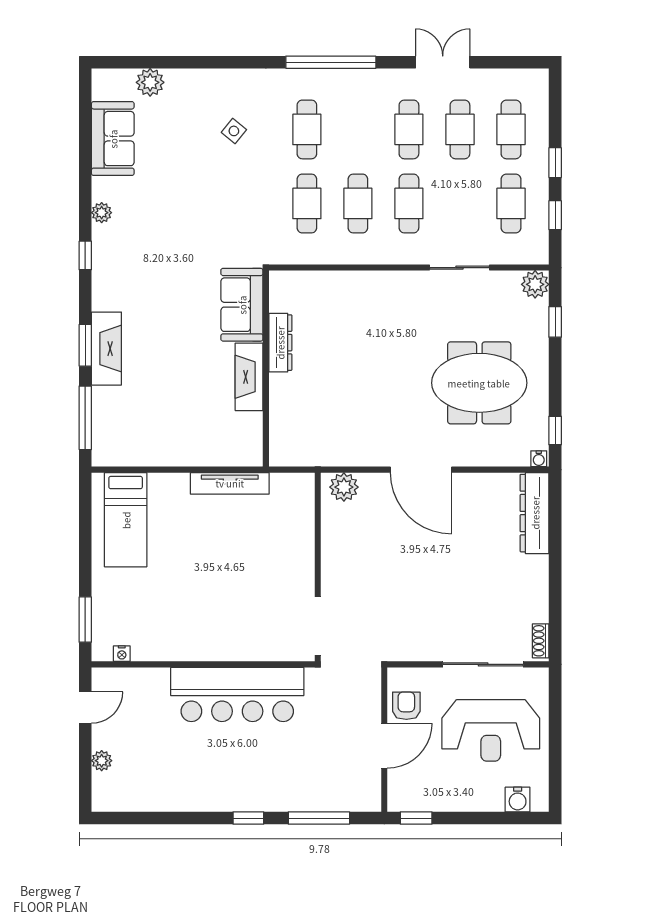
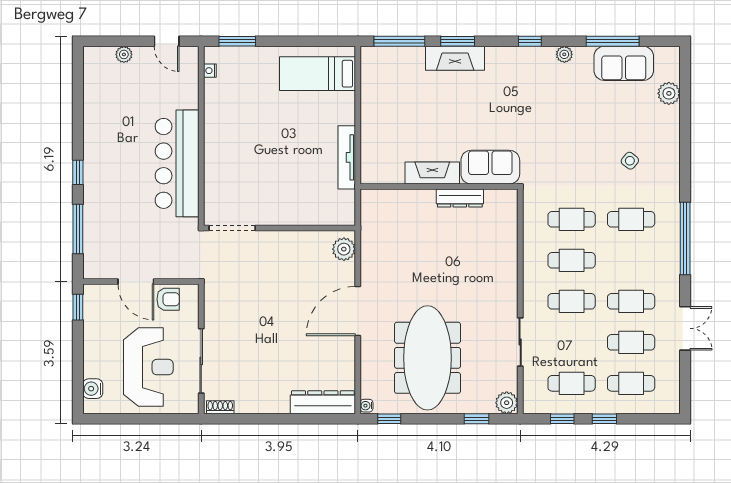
window: (85, 152) -> (613, 41), added
meeting table: (479, 383) -> (427, 358), width x1.36
reception desk: (491, 730) -> (148, 367), turned 180

